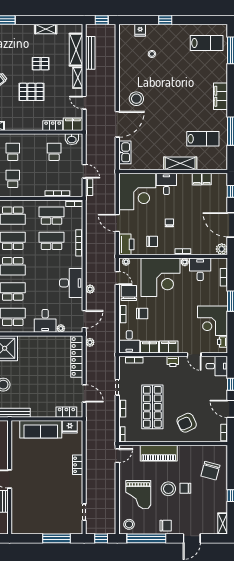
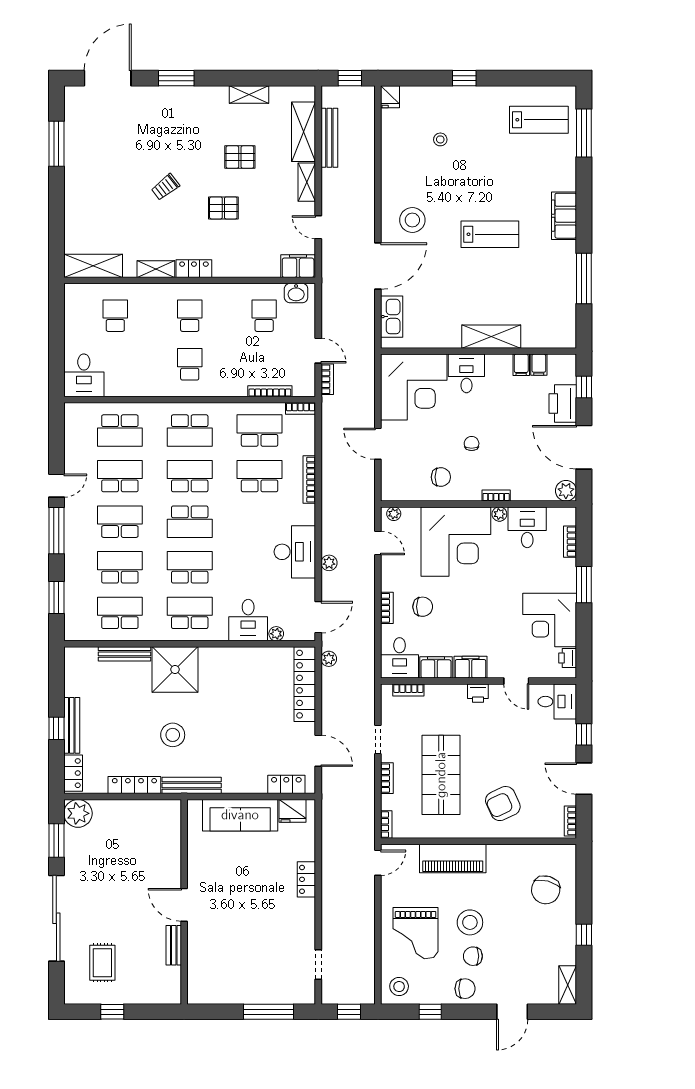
fridge: (140, 30) -> (390, 97), moved
pallet: (31, 92) -> (223, 208), width x0.67, depth x0.71
locker: (53, 126) -> (194, 269), moved
lab bench: (203, 139) -> (490, 234), moved
printer: (126, 244) -> (563, 404), moved, turned 180
chair: (129, 293) -> (399, 570), removed
chair: (185, 488) -> (473, 956), moved
window: (146, 538) -> (430, 1012), width x0.32

